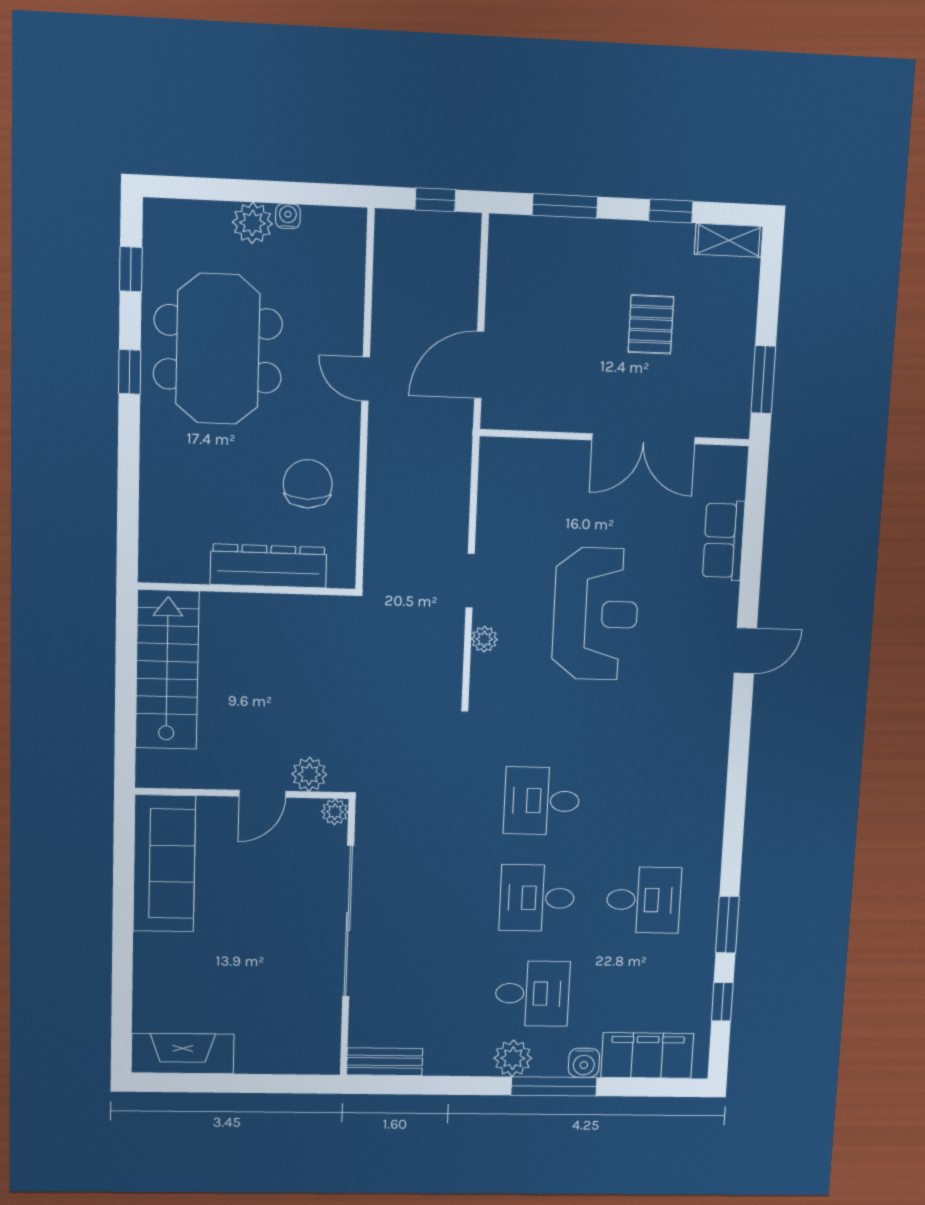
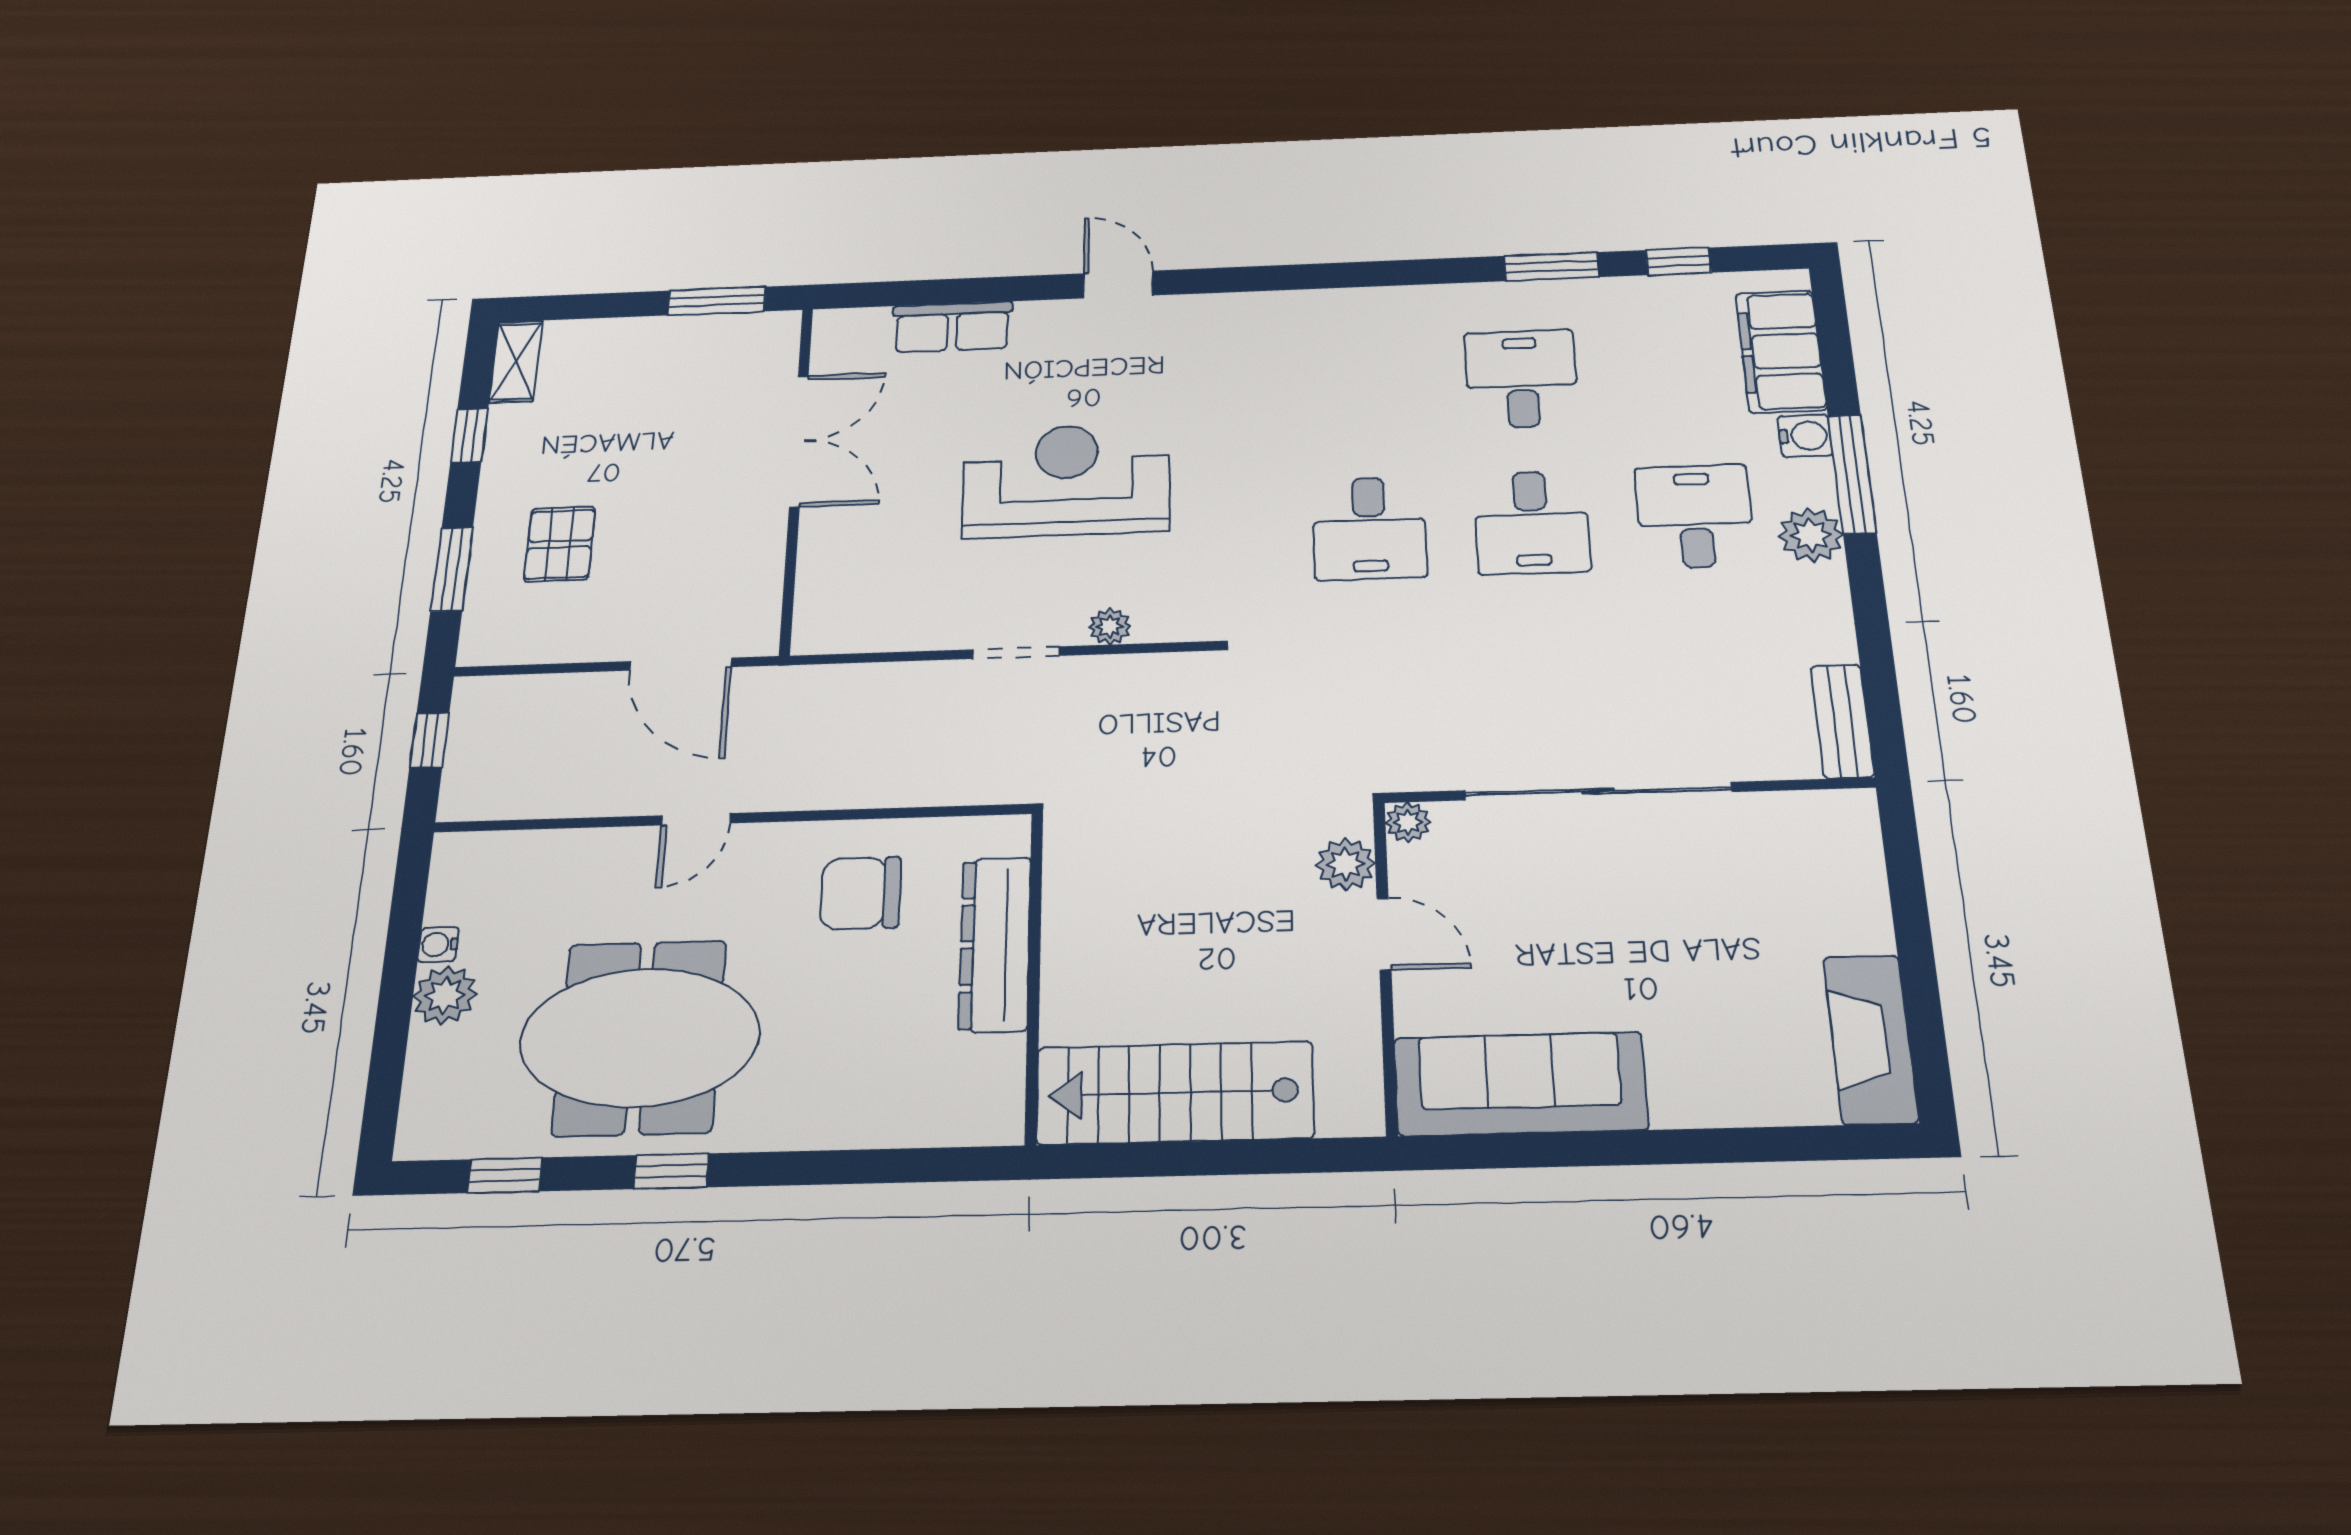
pallet: (651, 324) -> (560, 544), moved, turned 90

